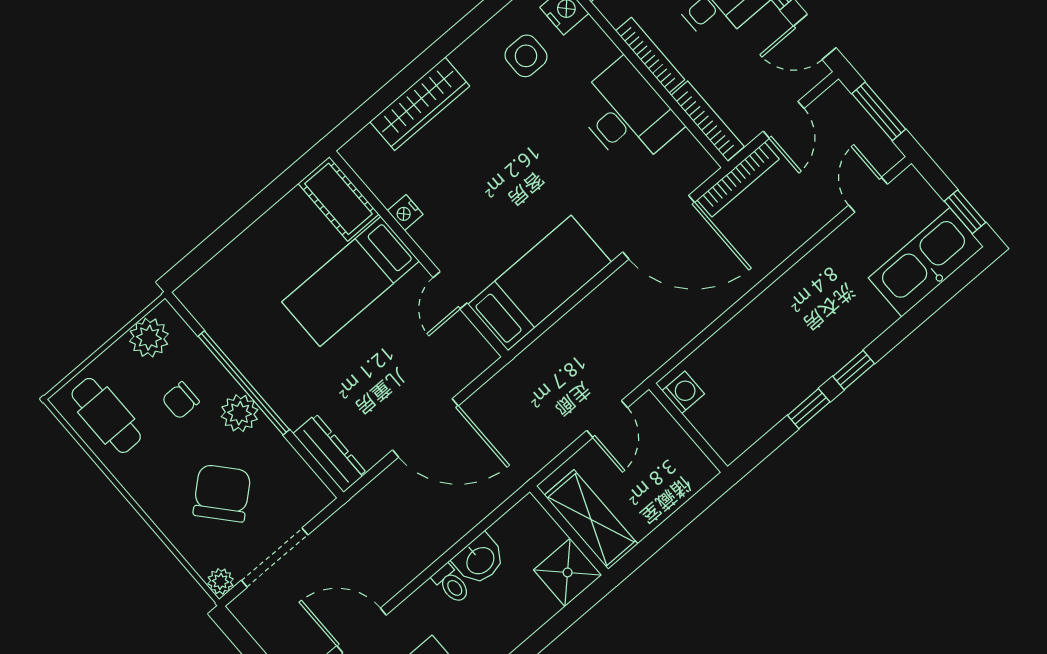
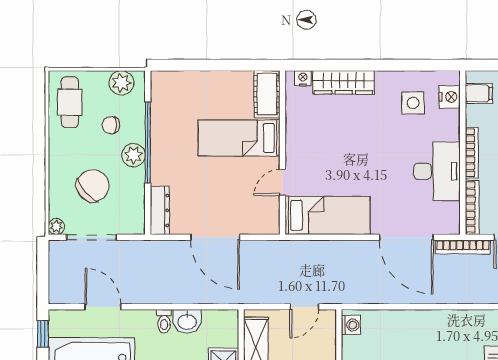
nightstand: (405, 213) -> (303, 78), moved, turned 90

